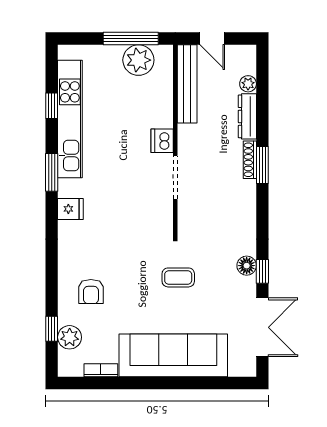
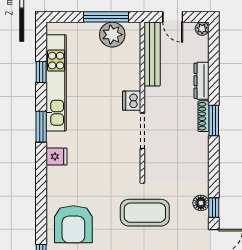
plant: (248, 84) -> (202, 29), moved
coffee table: (178, 277) -> (145, 213), width x1.86, depth x1.72
armchair: (91, 292) -> (73, 224), width x1.88, depth x1.88

